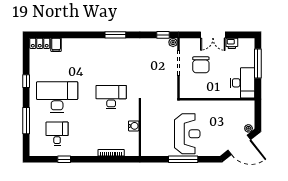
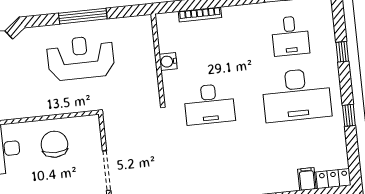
chair: (201, 65) -> (54, 144), moved
window: (26, 121) -> (342, 52), width x0.46
reception desk: (187, 134) -> (81, 58), turned 90

